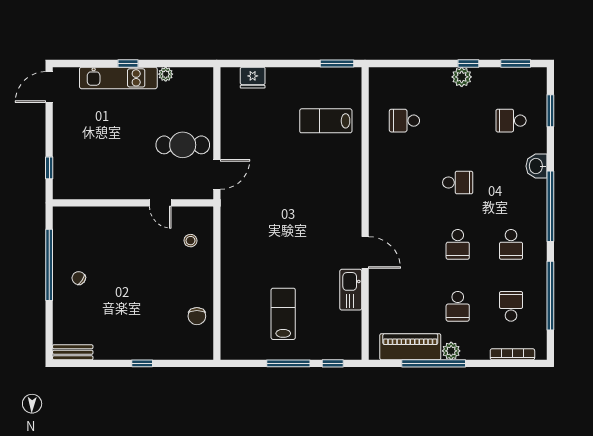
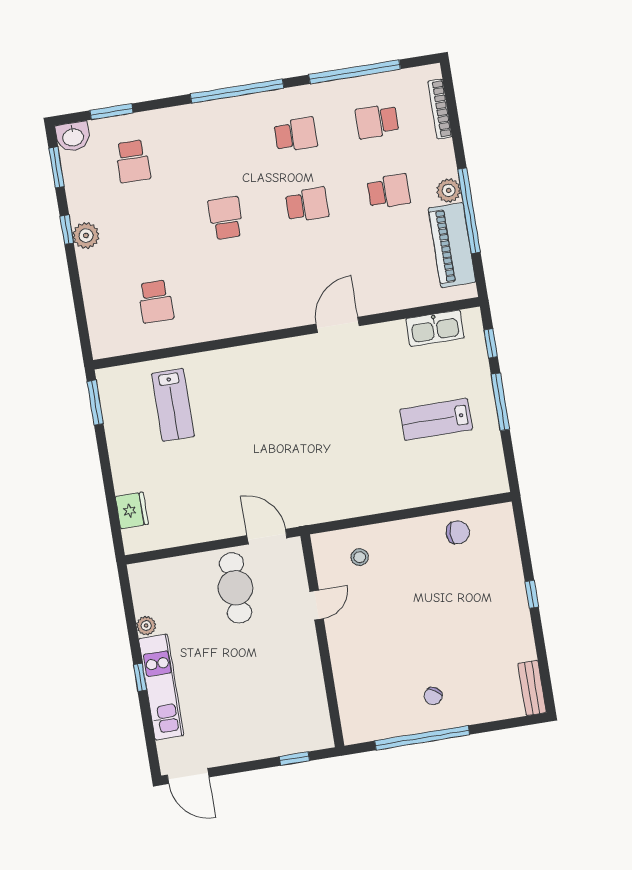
washbasin: (536, 166) -> (73, 137), moved
kitchen sink: (351, 290) -> (435, 328), moved

